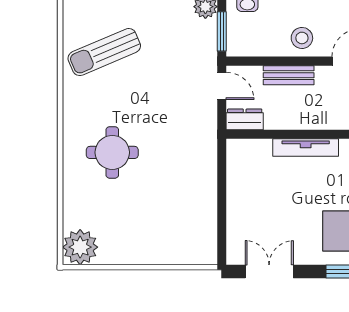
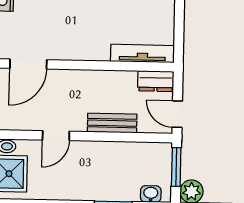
stool: (302, 38) -> (98, 159), removed
tv unit: (306, 148) -> (142, 53), moved

